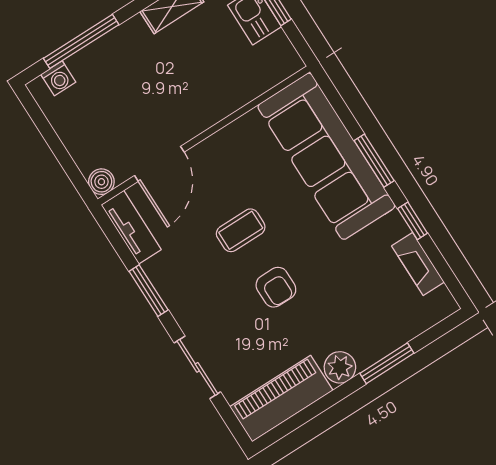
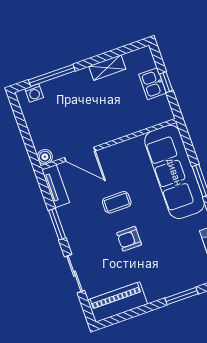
door: (159, 164) -> (80, 154), hinge flipped
armchair: (276, 287) -> (129, 239), turned 90
plant: (340, 367) -> (155, 292), removed

